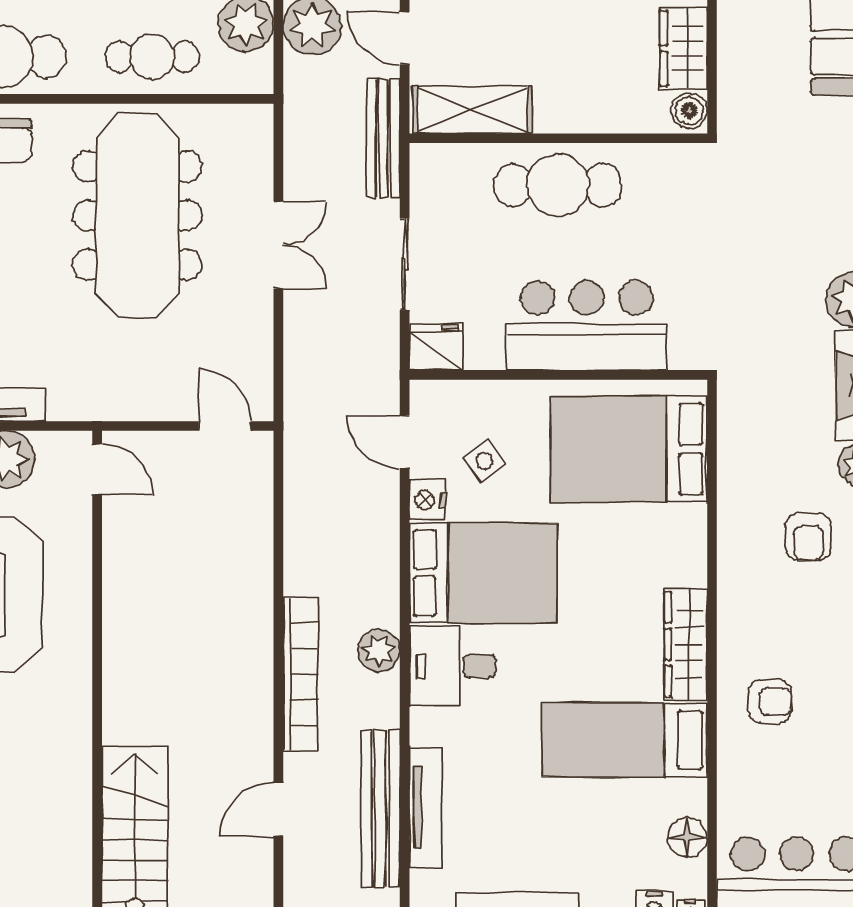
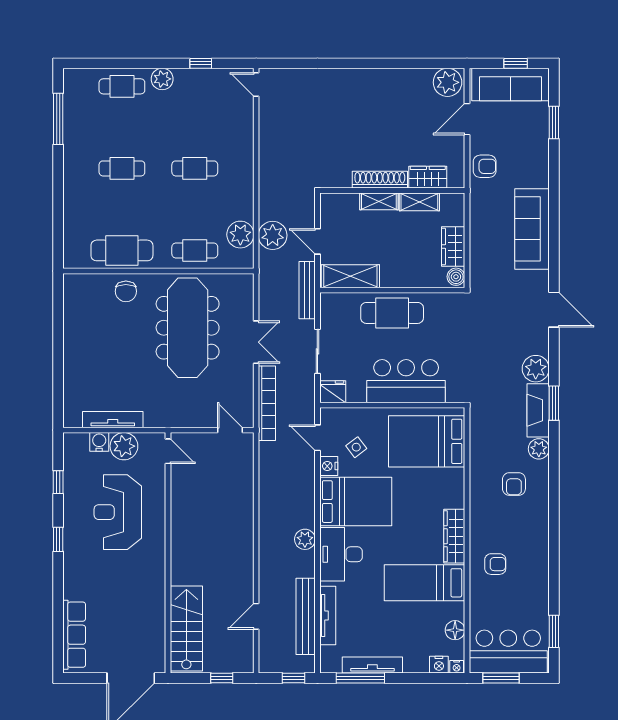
desk: (453, 666) -> (341, 554), width x1.37
bookcase: (301, 674) -> (267, 403), moved

